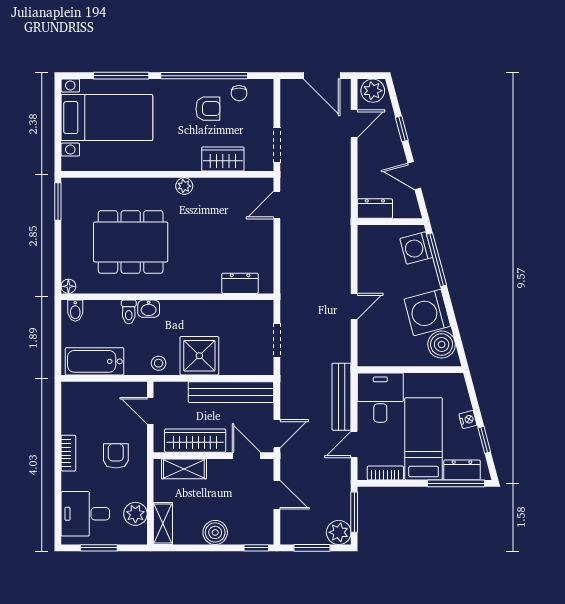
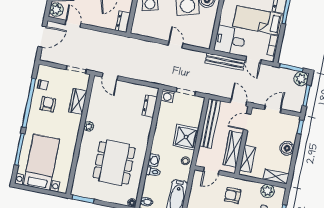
washing machine: (263, 310) -> (167, 96), added

